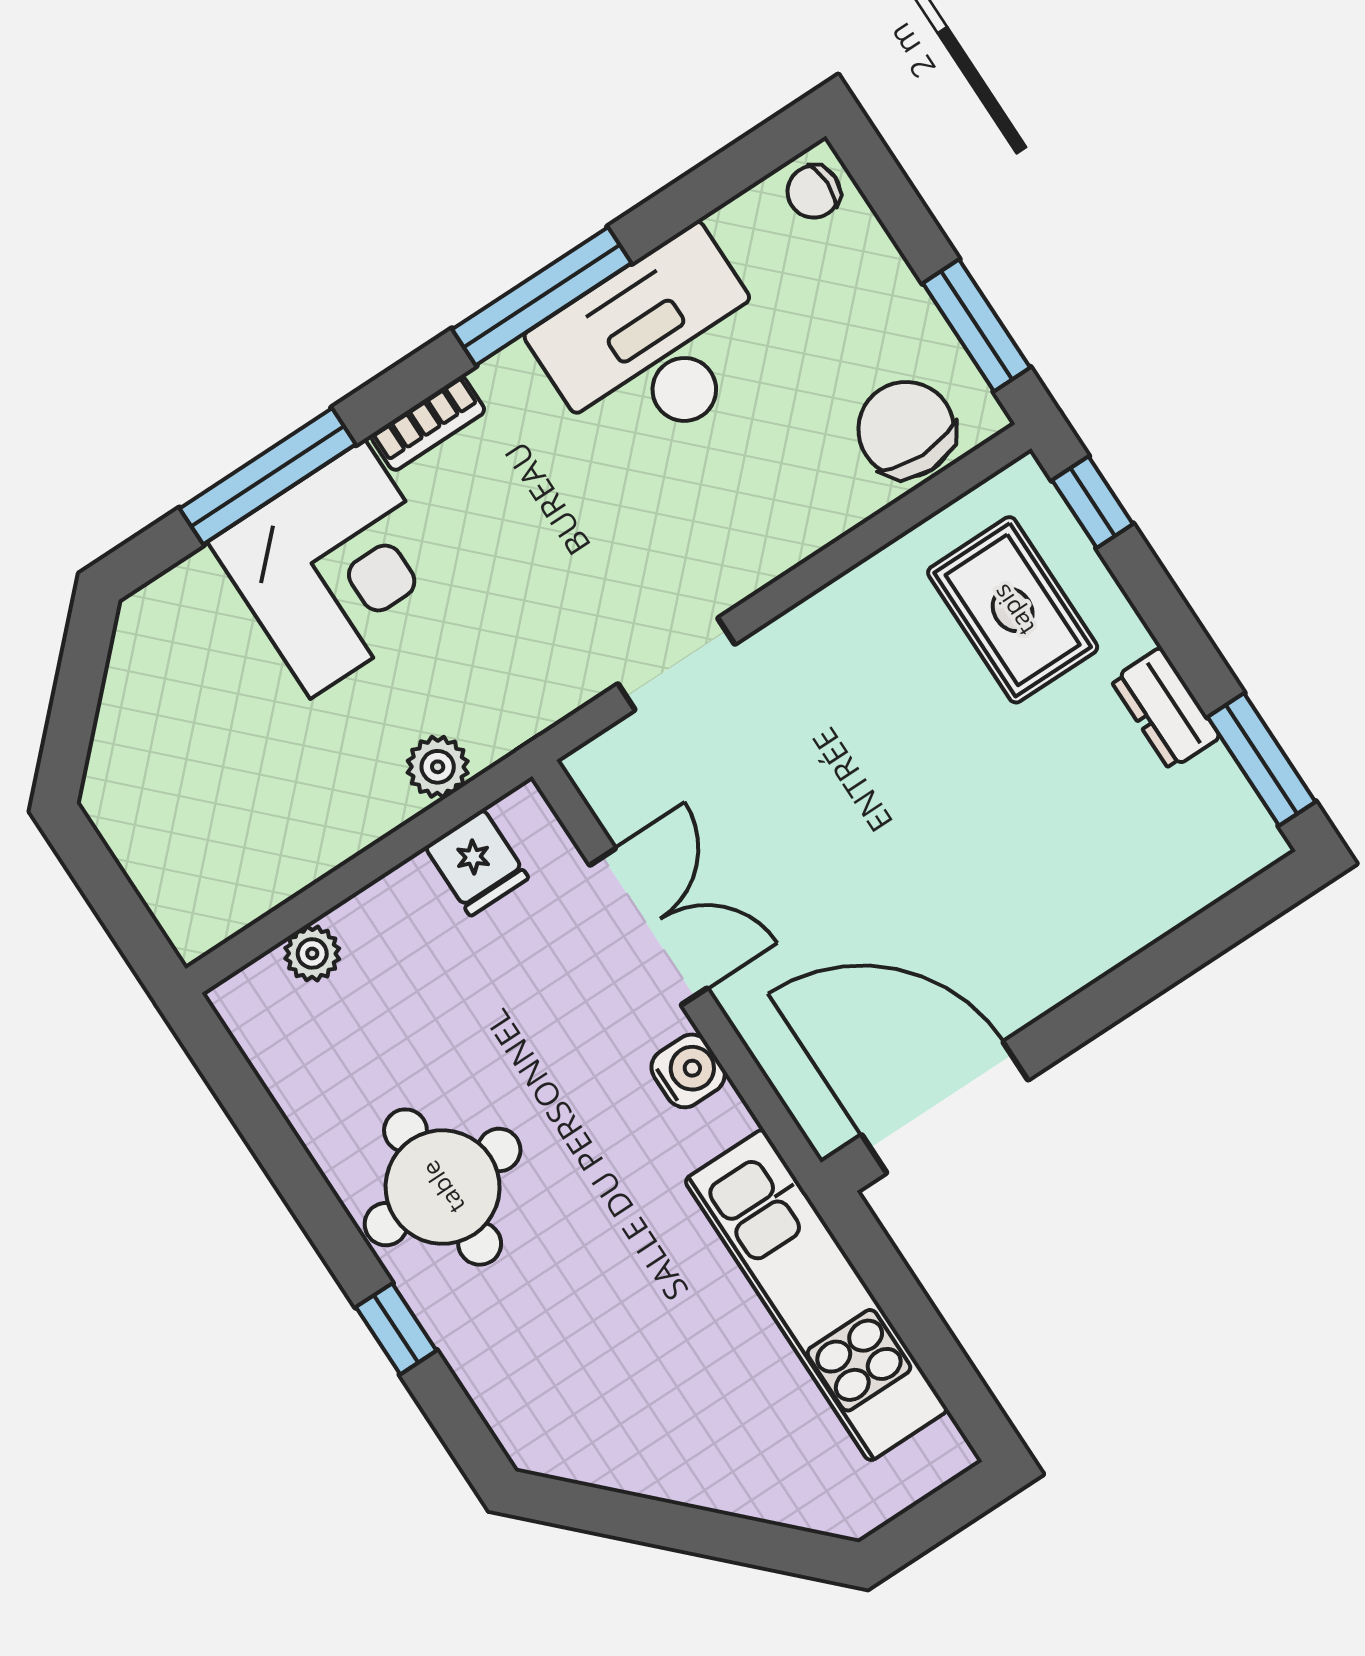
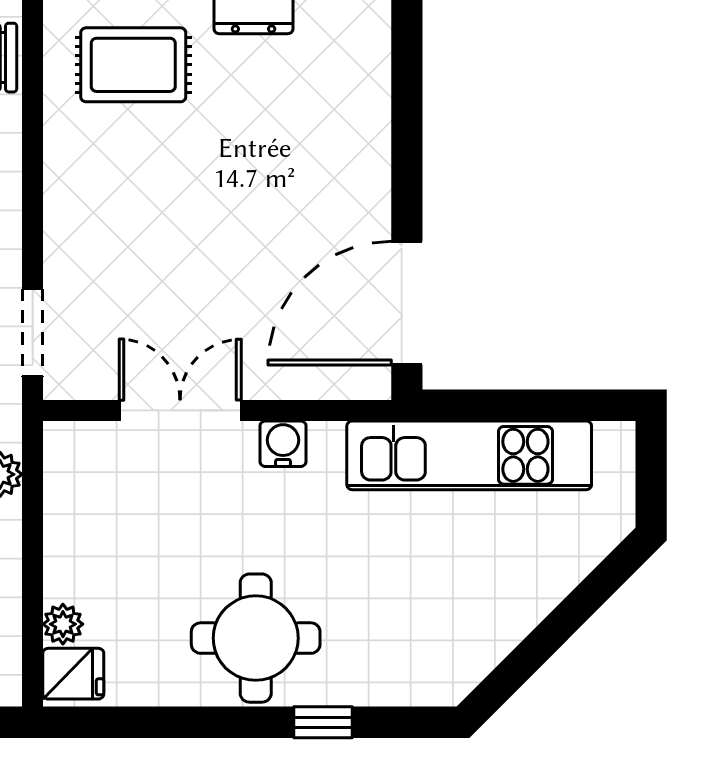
doorway: (676, 664) -> (33, 332), moved
fridge: (477, 863) -> (73, 674), moved

